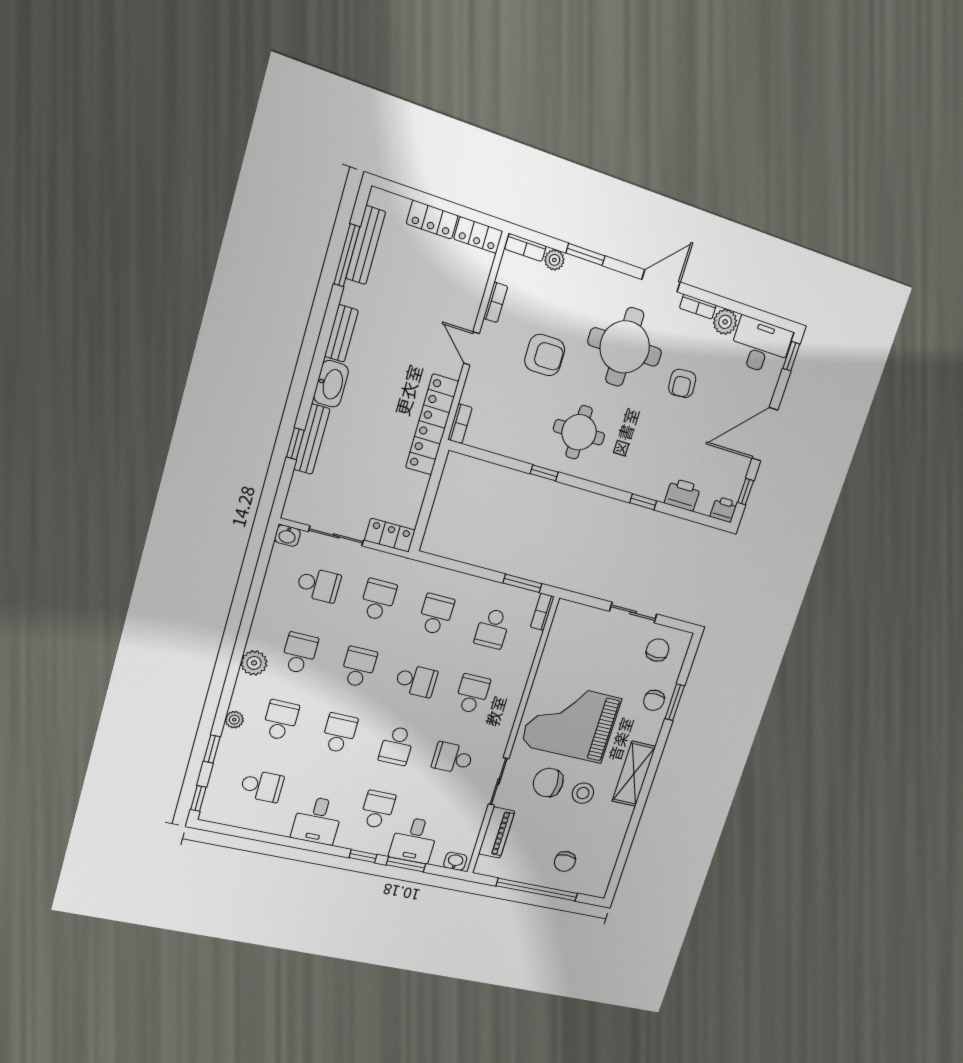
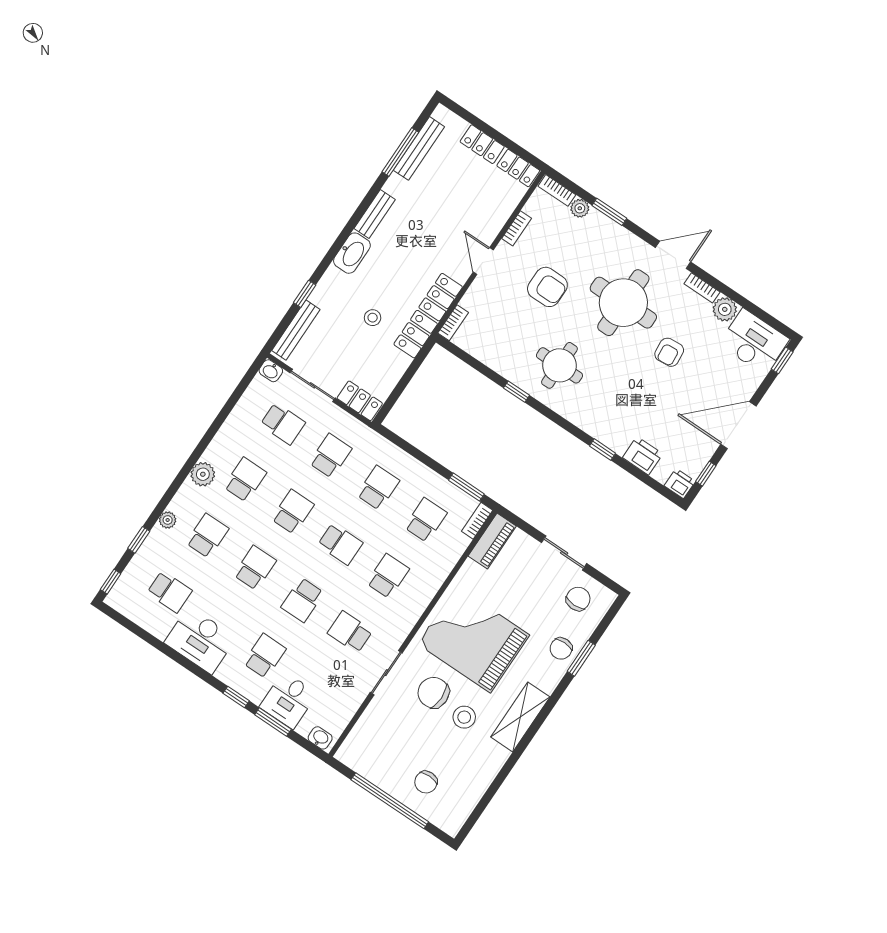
bench: (312, 439) -> (296, 330), moved
stool: (375, 446) -> (373, 318), added
school desk: (492, 629) -> (426, 520), turned 180
desk: (317, 820) -> (200, 640), width x1.37
piano: (497, 832) -> (492, 541), moved

